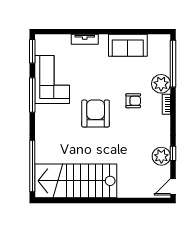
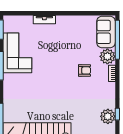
sofa: (128, 45) -> (106, 32), moved, turned 90
armchair: (96, 114) -> (53, 81), removed

